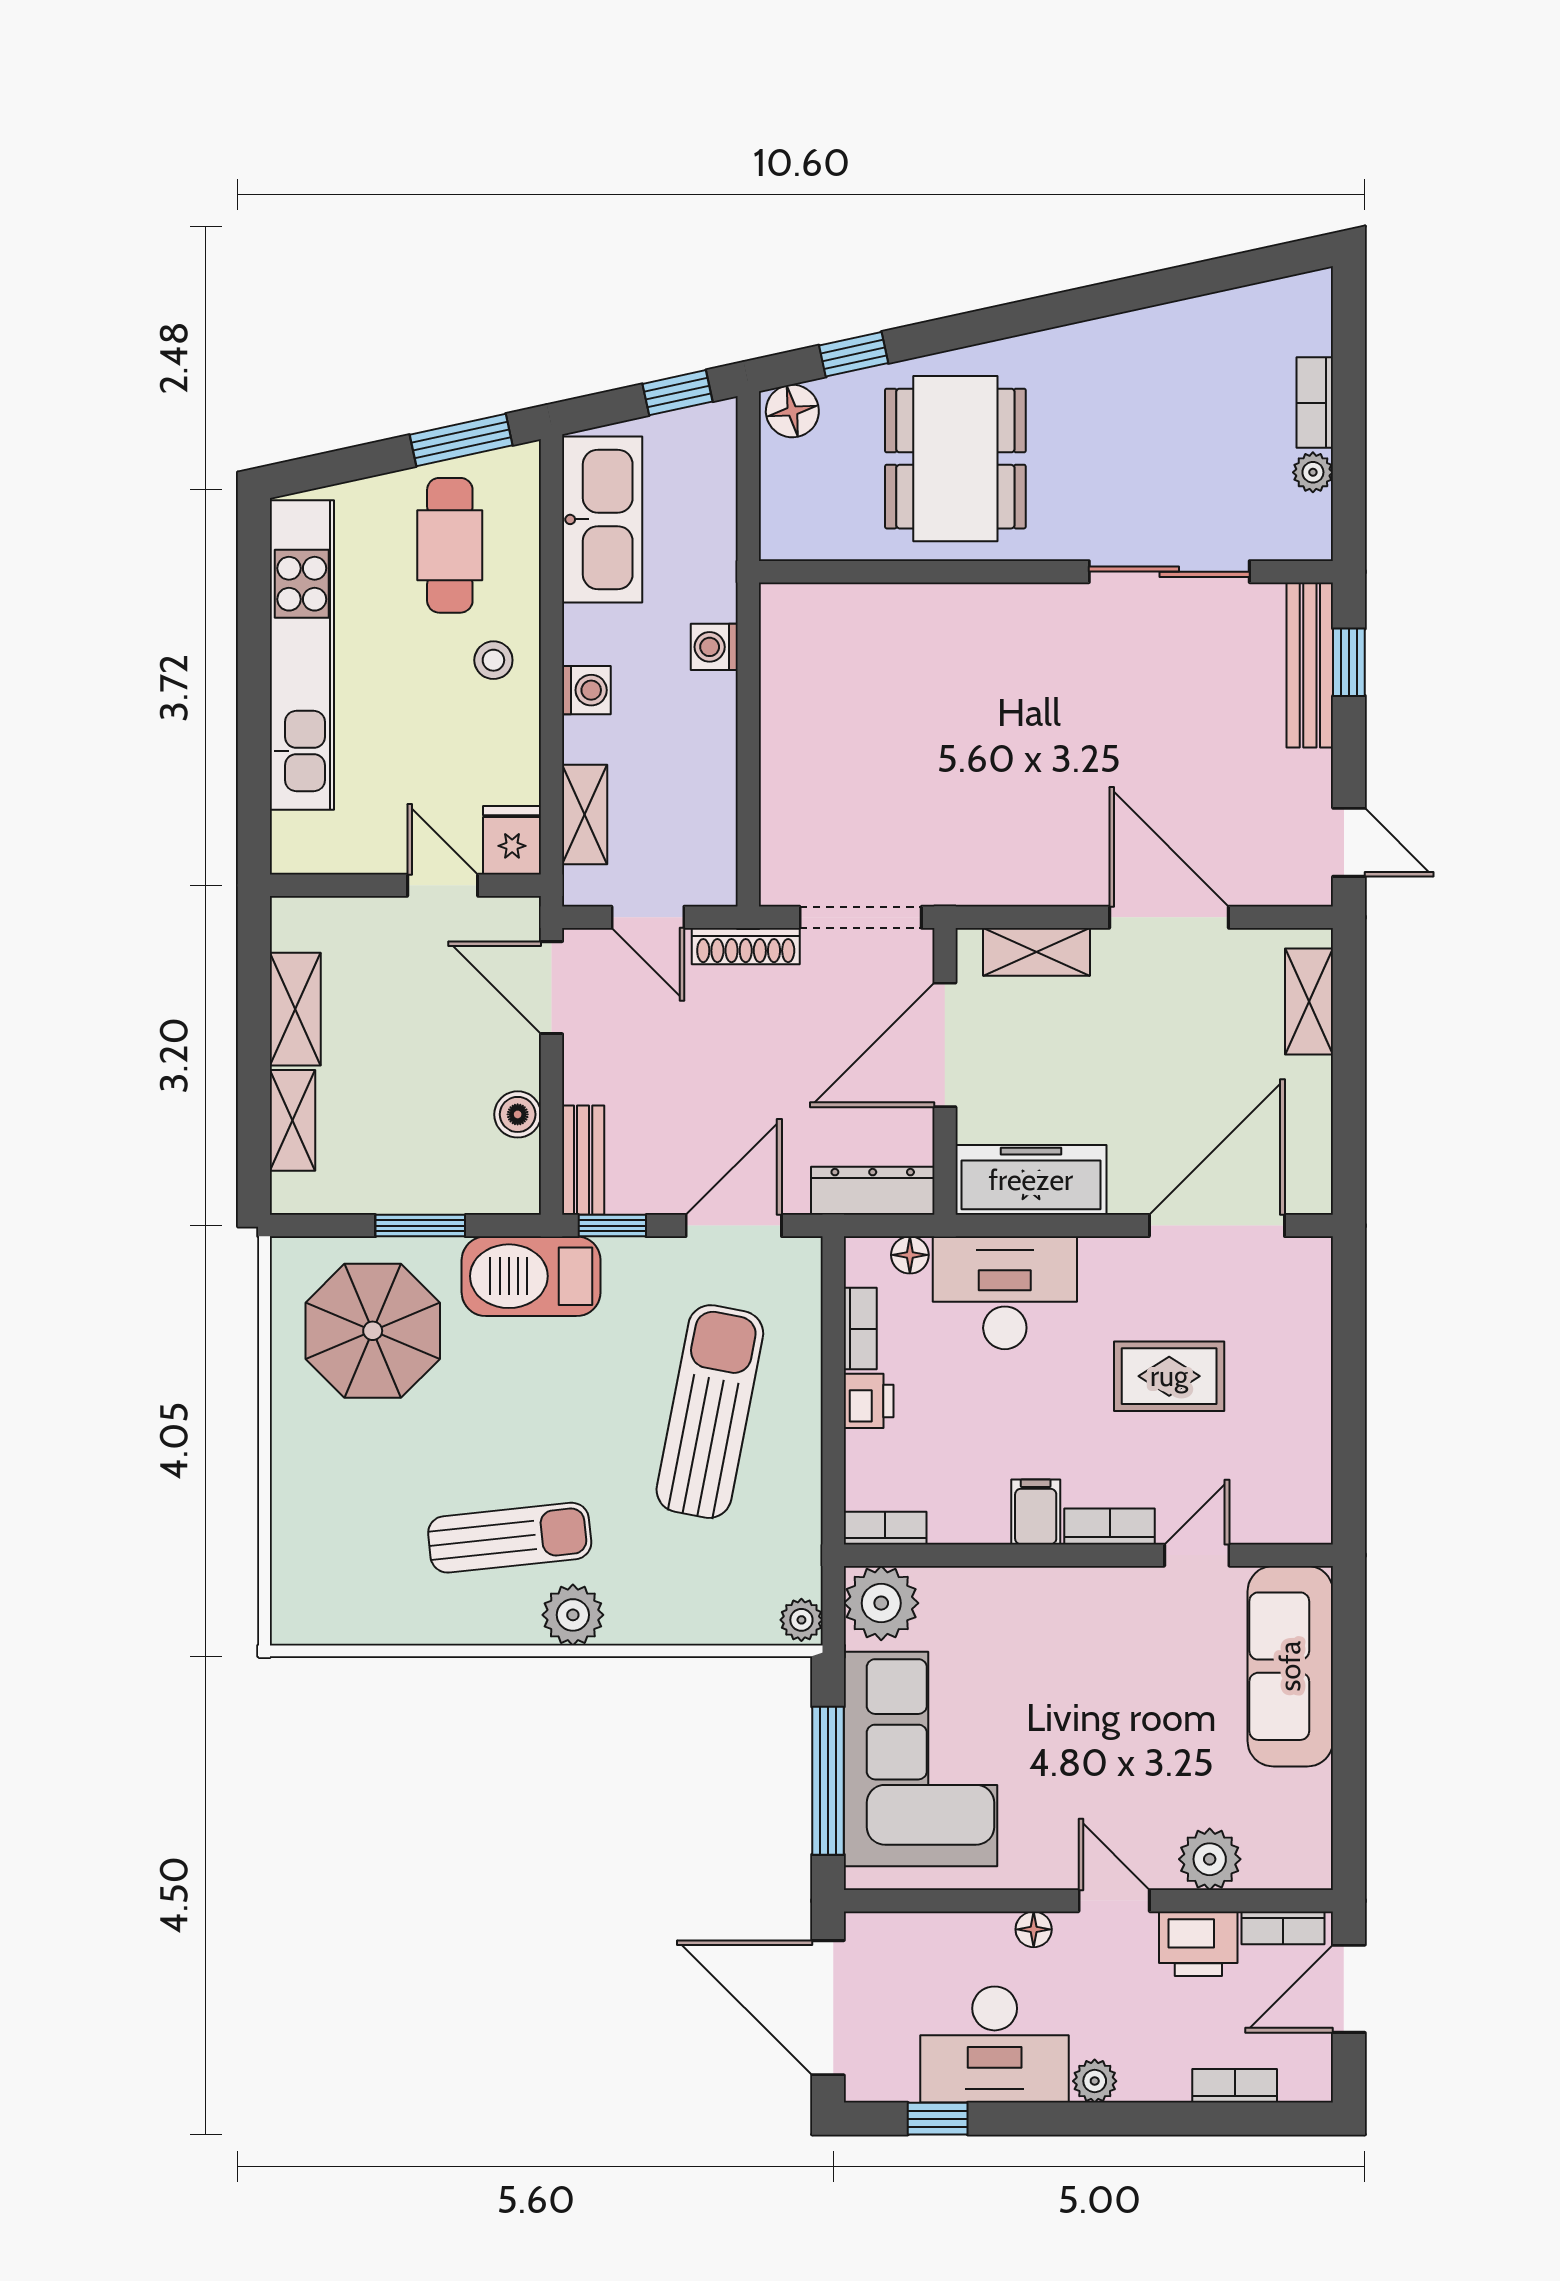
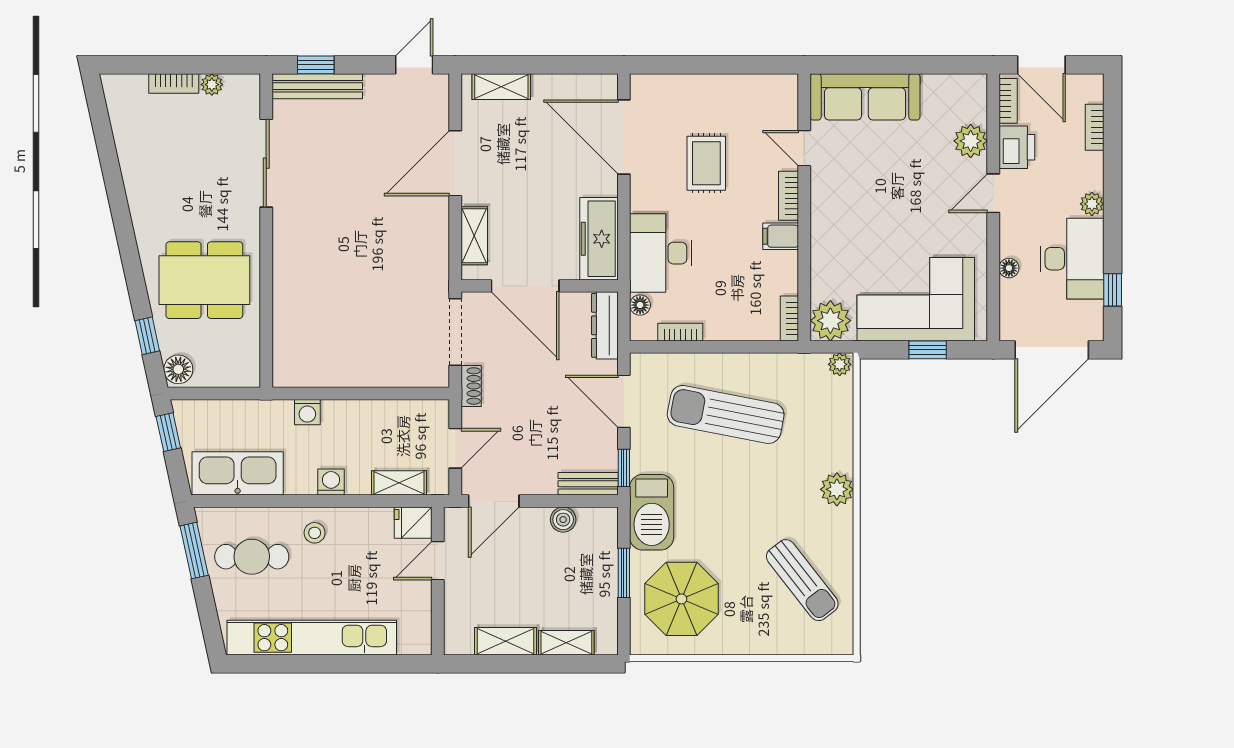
shoe rack: (746, 946) -> (471, 386), width x0.70
printer: (869, 1401) -> (720, 328), removed
sun lounger: (510, 1538) -> (802, 580), moved, turned 148
window: (828, 1781) -> (928, 350), width x0.46
floor lamp: (1034, 1929) -> (1009, 268), moved

